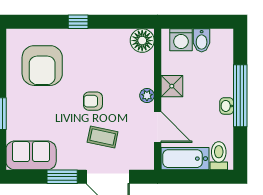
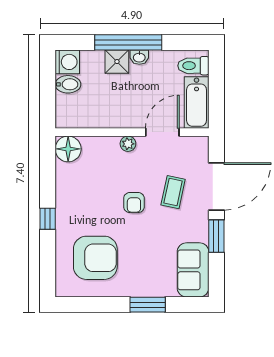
washing machine: (181, 40) -> (67, 62), moved
shower: (172, 86) -> (117, 62), moved

